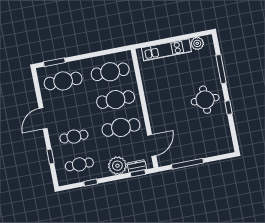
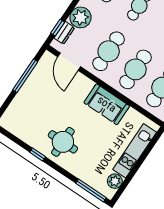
window: (221, 69) -> (91, 190), moved
sofa: (155, 96) -> (107, 104), added

